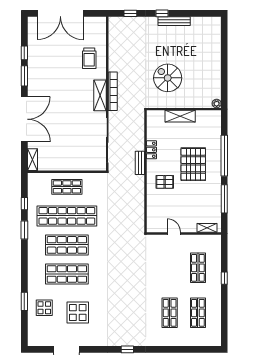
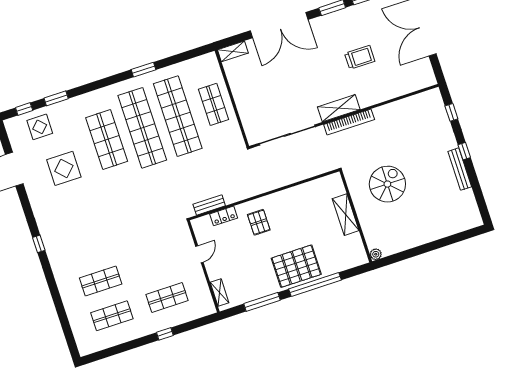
trolley: (89, 58) -> (360, 57), moved, turned 180
locker: (152, 150) -> (224, 216), moved
bench: (140, 163) -> (209, 205), moved
pallet: (193, 164) -> (296, 266), moved
window: (24, 204) -> (24, 109), moved
shop shelf: (67, 245) -> (142, 128), width x1.40
display table: (44, 308) -> (40, 127), moved

